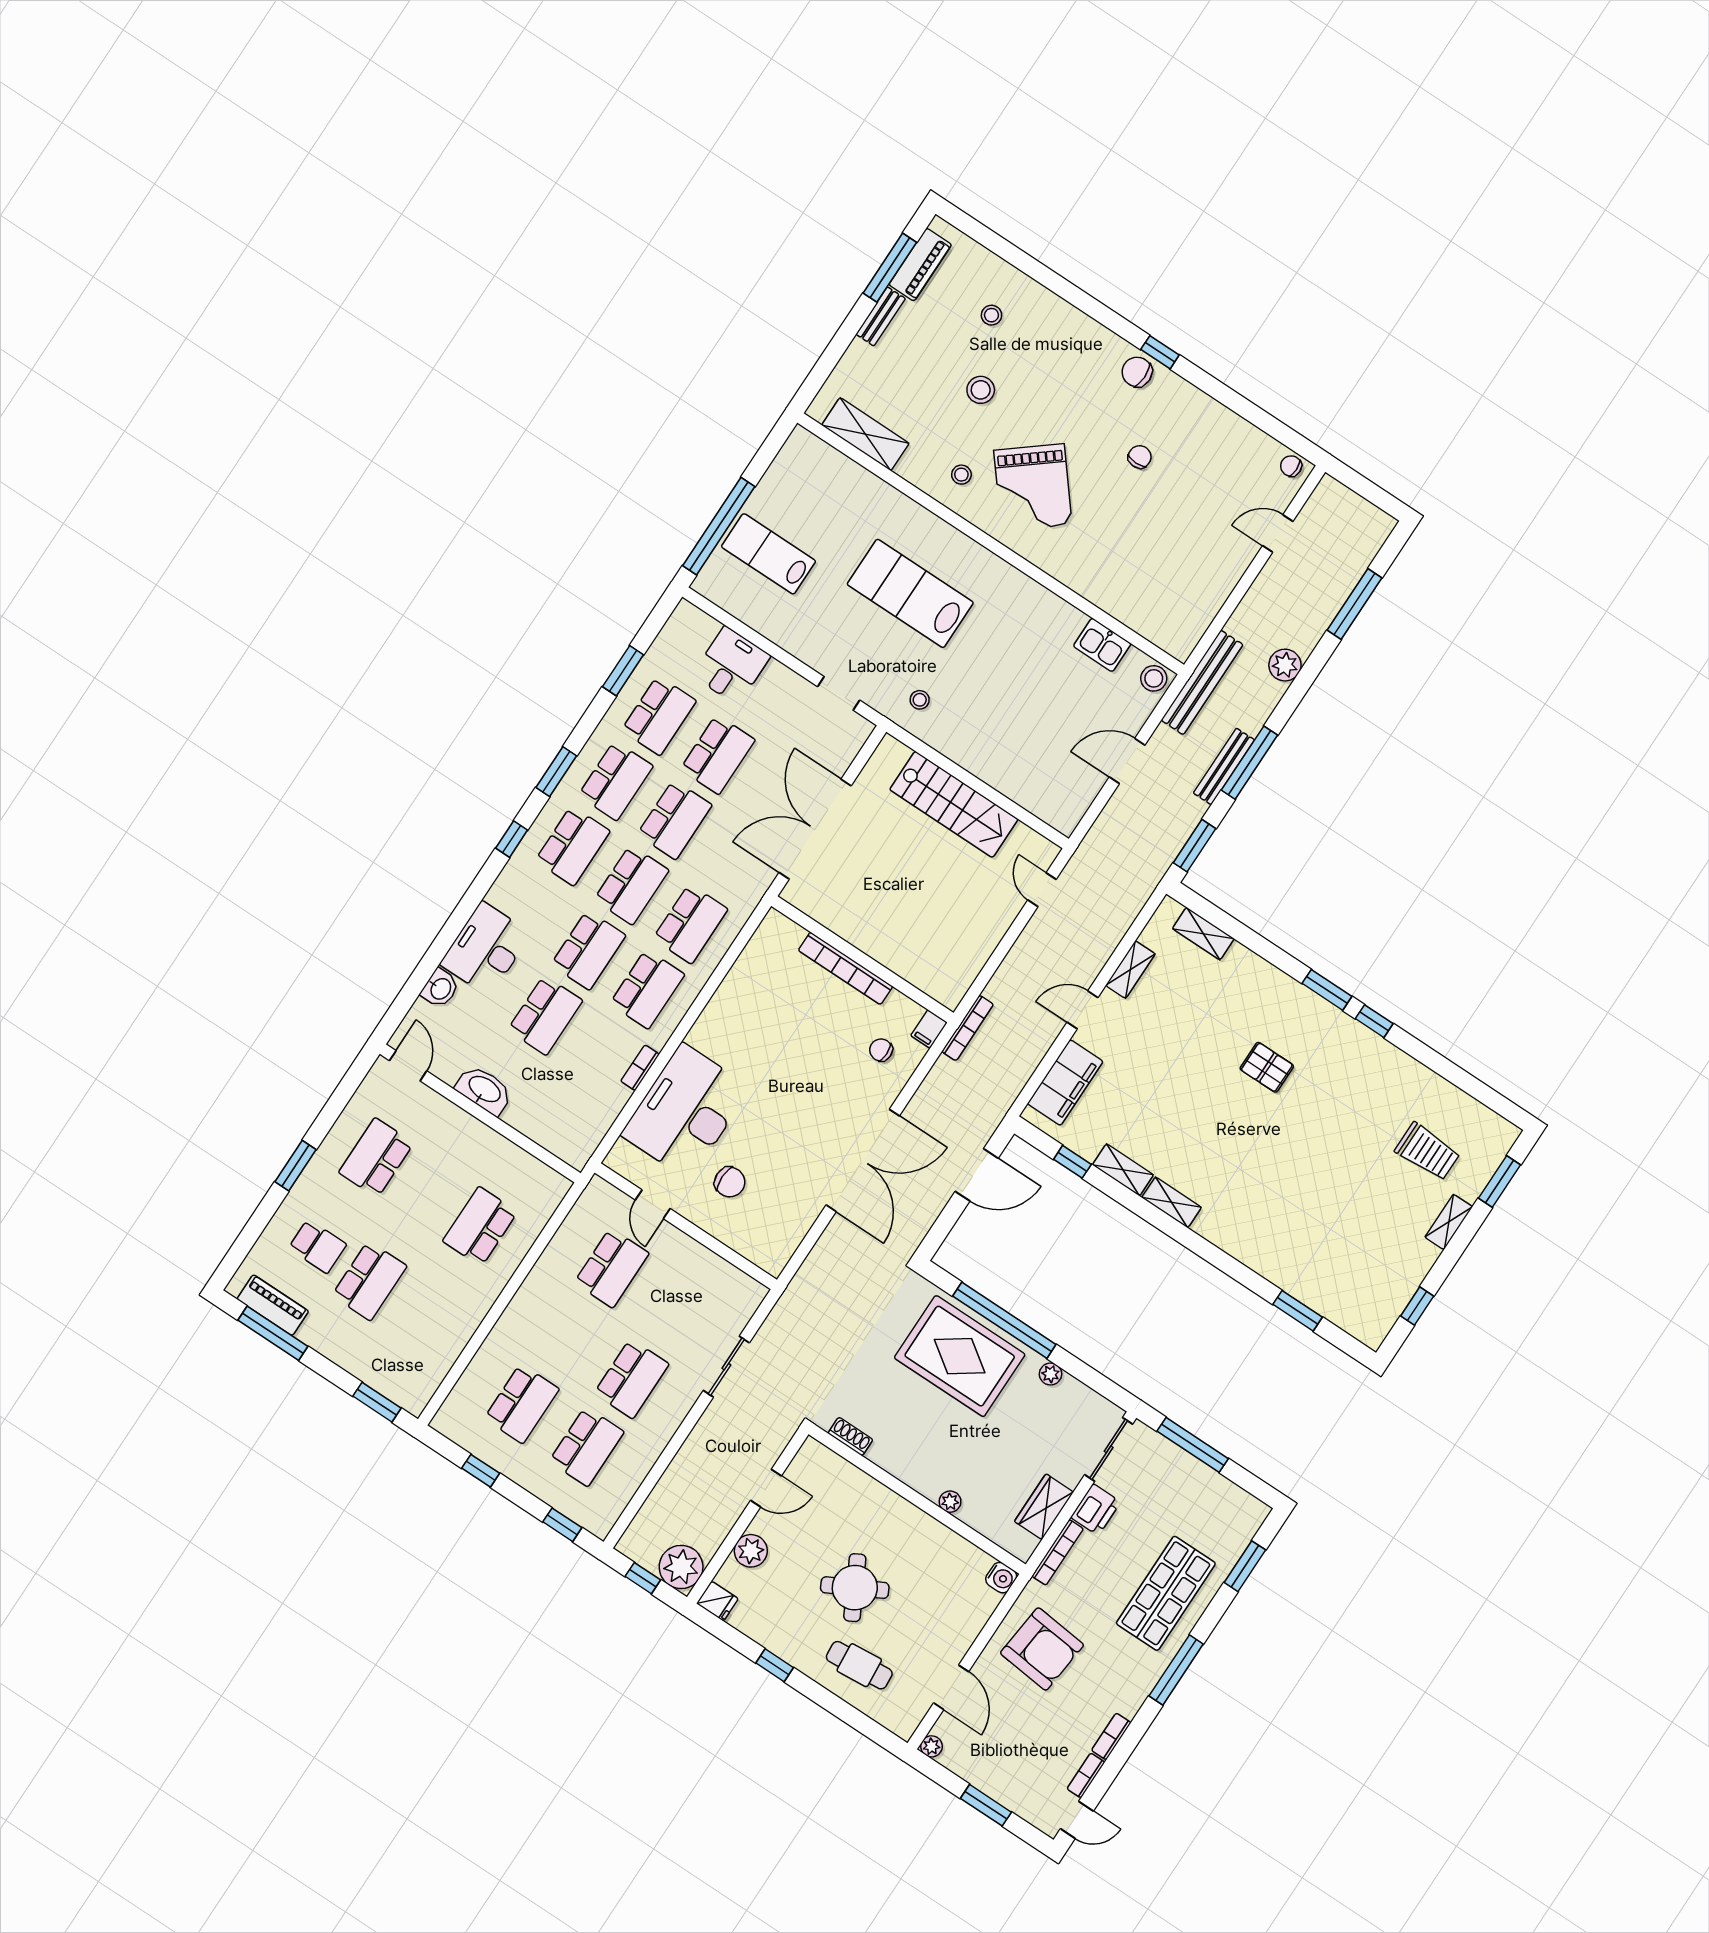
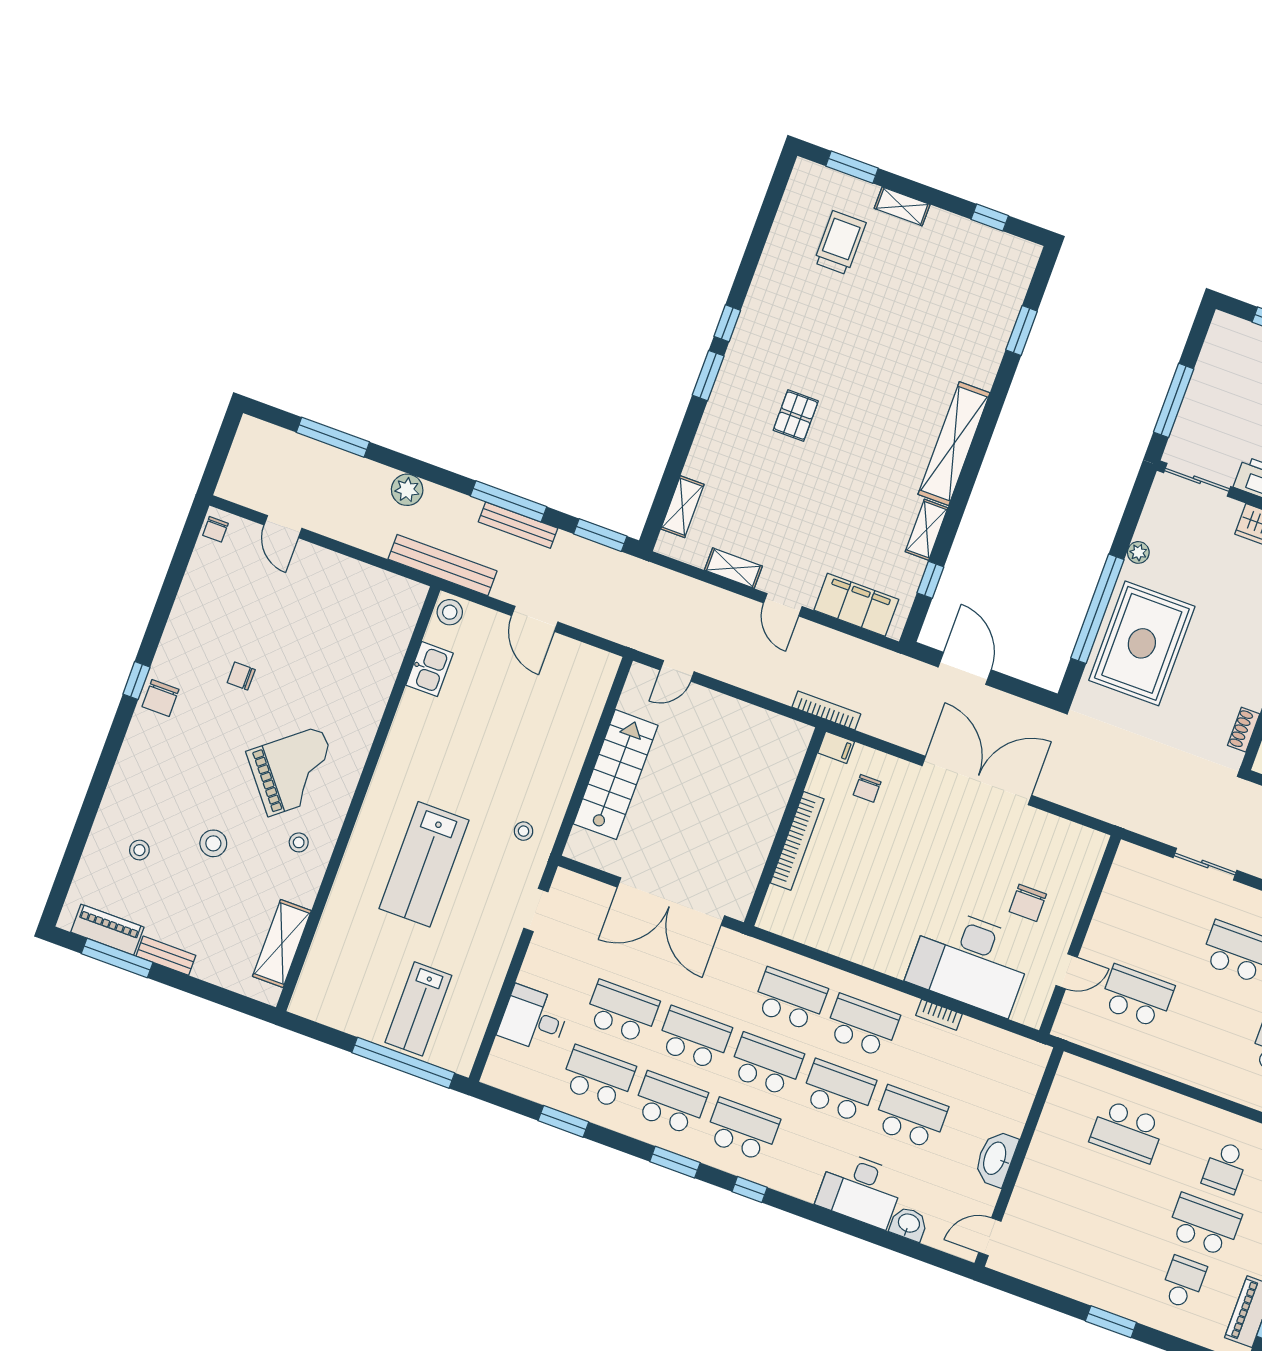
school desk: (376, 1158) -> (1225, 1167), moved, width x0.54
chair: (730, 1182) -> (1028, 903), turned 180
shelving: (1172, 1202) -> (954, 444), width x2.20, depth x1.33

